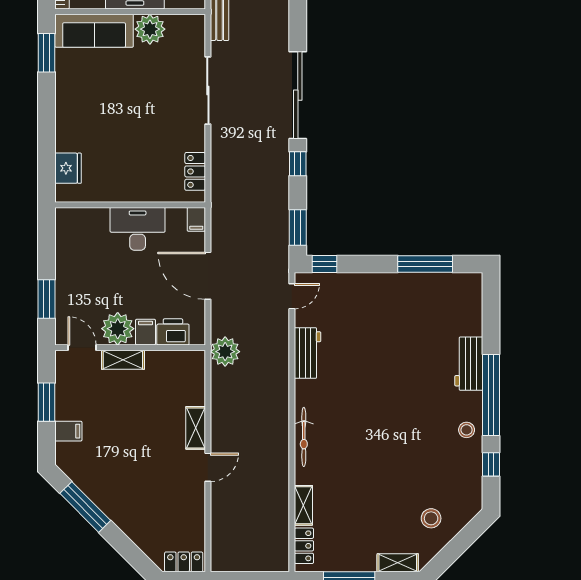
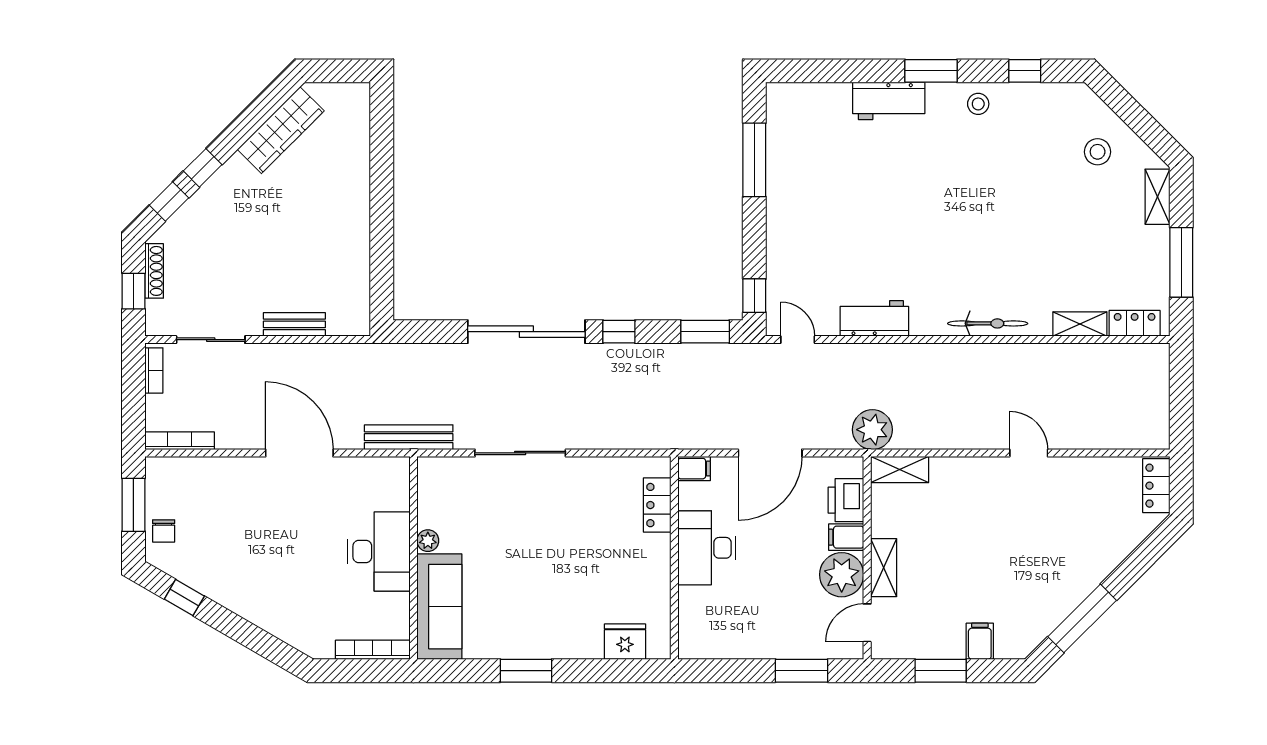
plant: (150, 29) -> (428, 541), width x0.53, depth x0.53
window: (47, 53) -> (526, 671), moved
locker: (195, 171) -> (657, 505), moved, turned 90
window: (491, 395) -> (931, 71), width x0.47
shelving: (196, 428) -> (900, 469), moved

